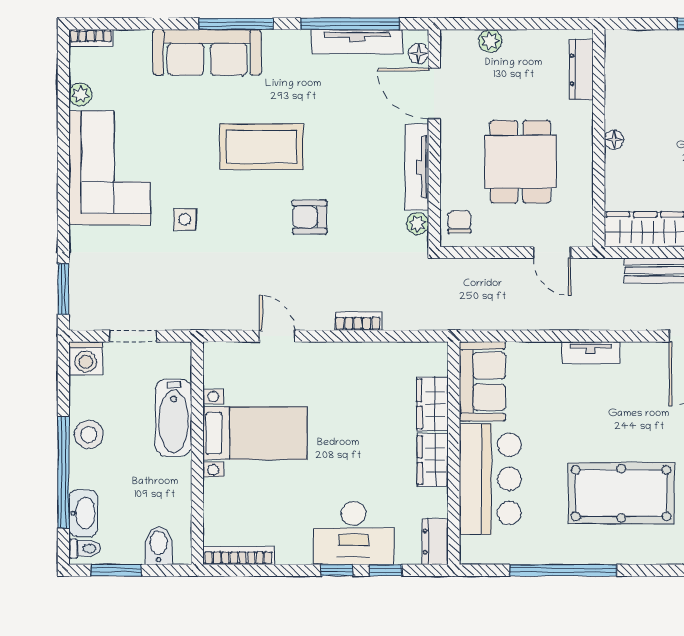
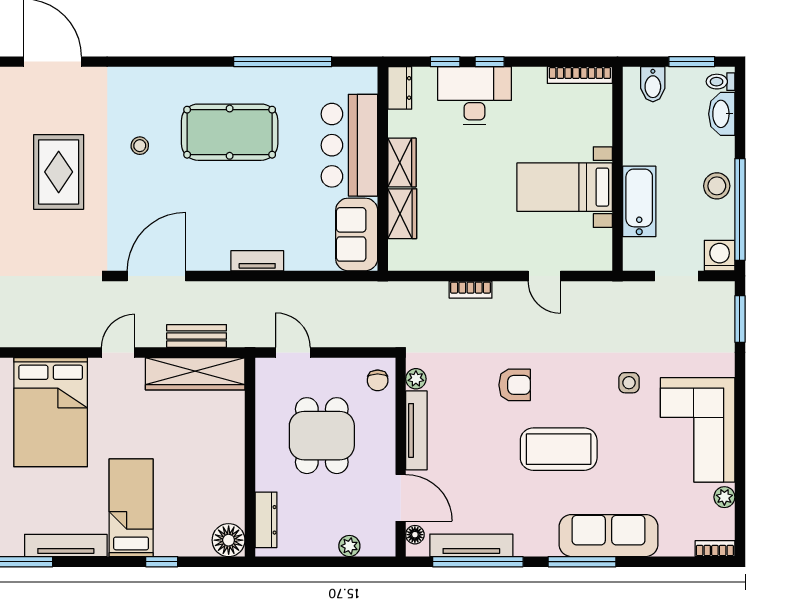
floor lamp: (614, 140) -> (229, 540), moved, width x1.89, depth x1.89
window: (63, 472) -> (740, 209), moved

